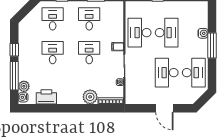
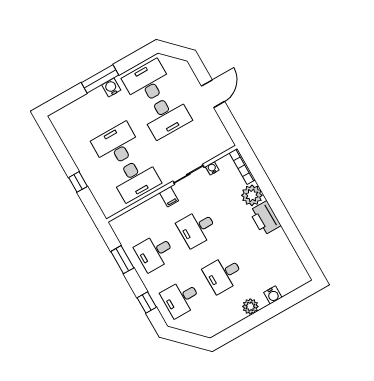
water cooler: (203, 33) -> (111, 88), moved
window: (14, 50) -> (247, 324), removed
window: (14, 76) -> (280, 306), removed
plant: (24, 86) -> (250, 306), moved
water cooler: (23, 97) -> (273, 295), moved
printer: (46, 97) -> (265, 218), moved

